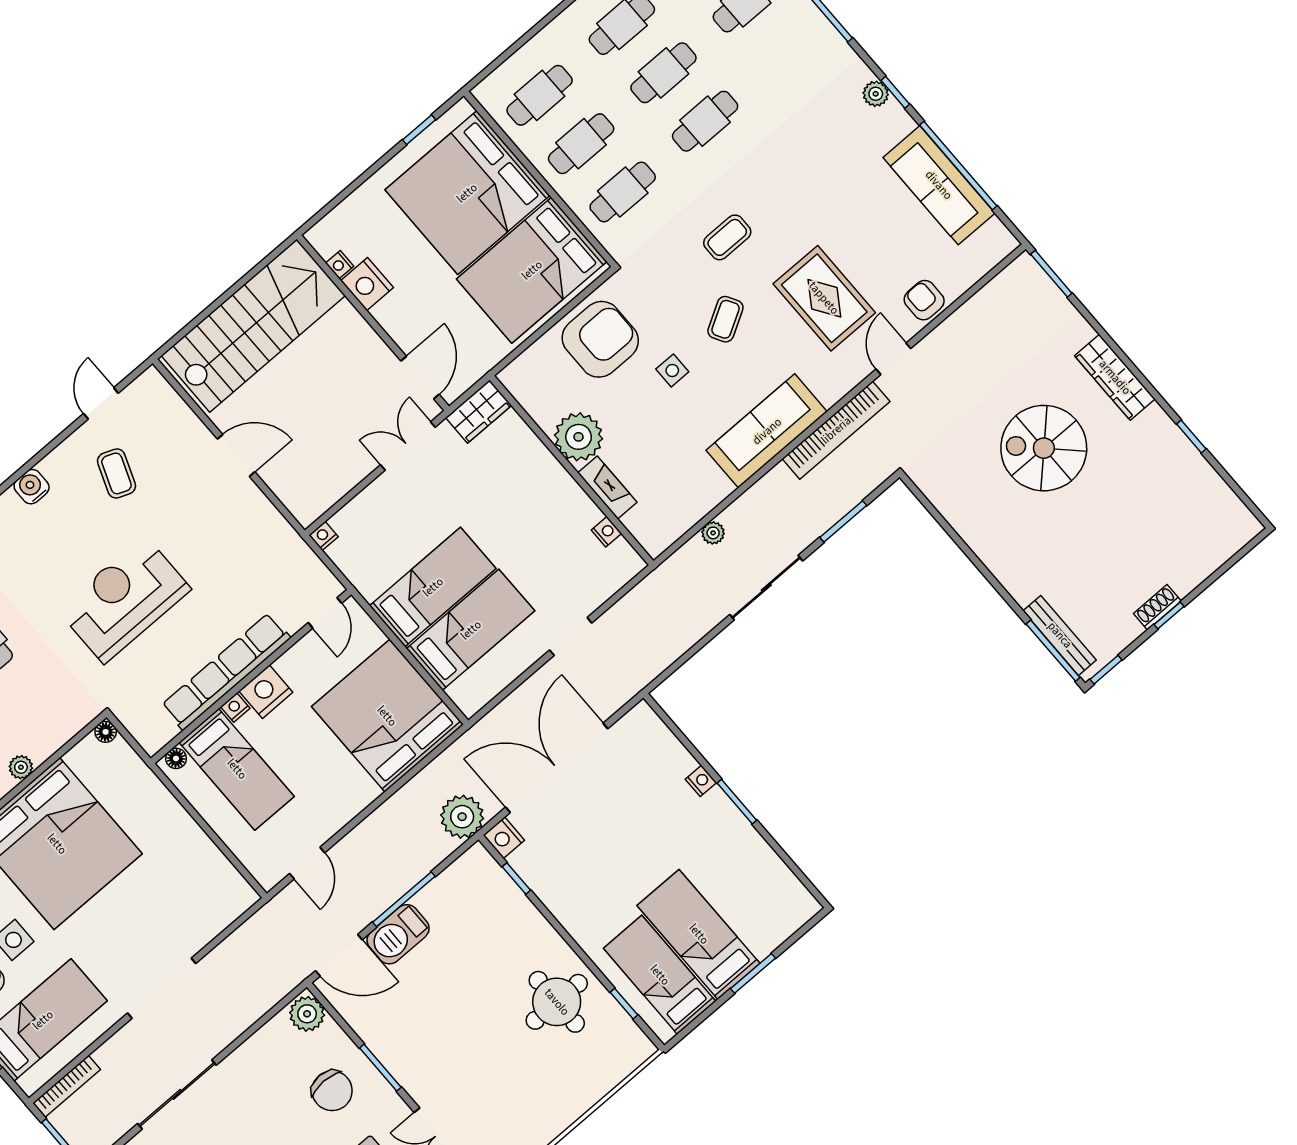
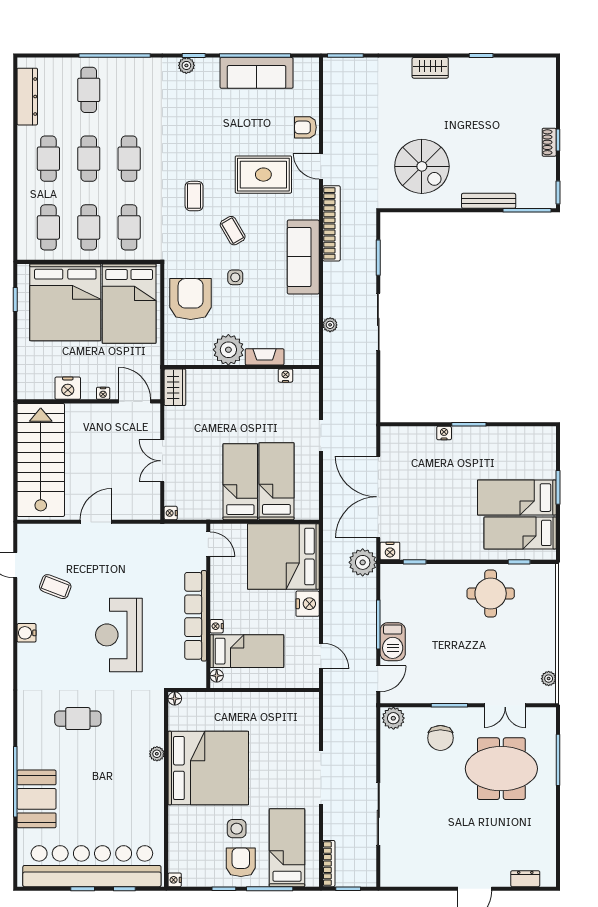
nightstand: (340, 265) -> (103, 393), moved
wardrobe: (1115, 377) -> (430, 68), width x0.67
double door: (408, 446) -> (162, 461), moved
spiral stairs: (1044, 448) -> (422, 166), moved, turned -90
bench: (1060, 635) -> (489, 201), moved
nightstand: (266, 692) -> (308, 604), moved, turned 180
door: (339, 955) -> (378, 679), width x0.73
chair: (332, 1091) -> (440, 738), turned 90

